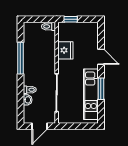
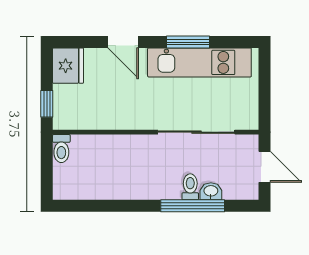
fridge: (65, 50) -> (68, 66), moved, turned 90
door: (101, 57) -> (123, 42), swing flipped
window: (20, 58) -> (193, 206), moved

